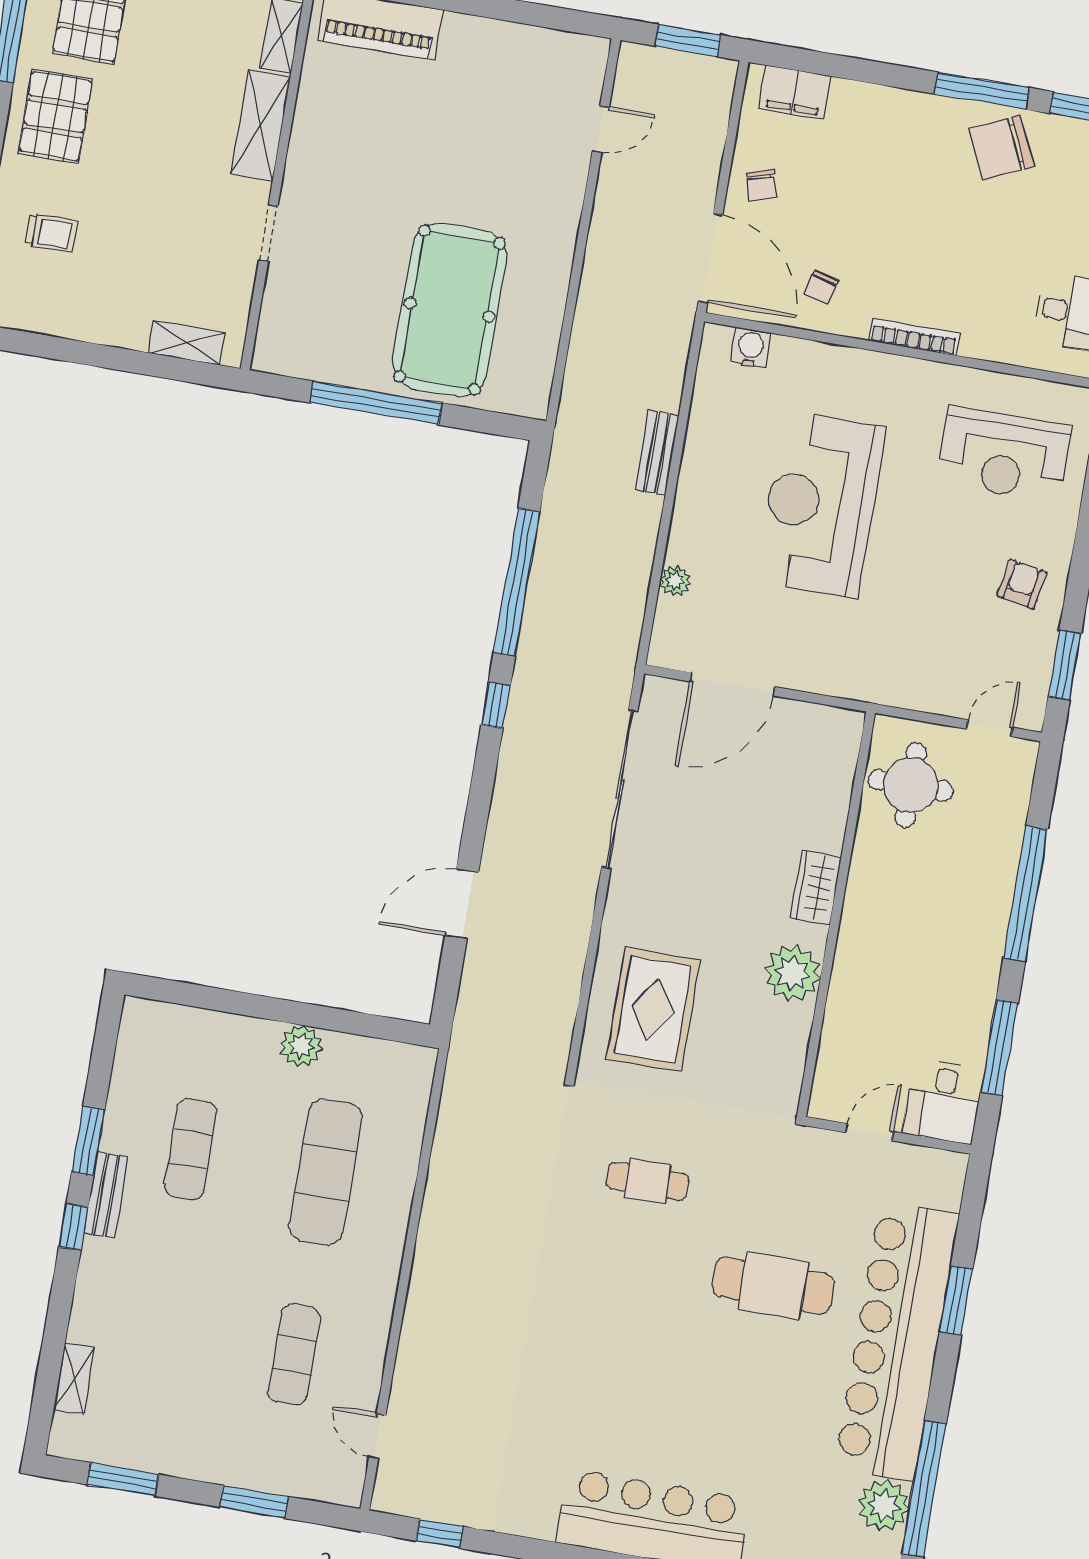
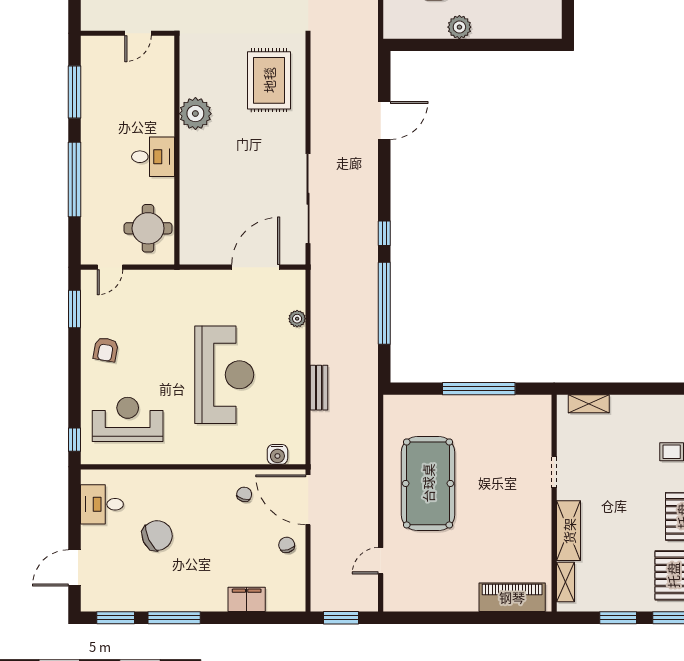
filing cabinet: (795, 92) -> (247, 599), moved
chair: (1001, 148) -> (157, 536), moved
pool table: (450, 310) -> (428, 483), moved
bookcase: (914, 337) -> (188, 476), removed
wardrobe: (816, 888) -> (191, 163), removed
desk: (943, 1101) -> (153, 157), moved, turned 90

